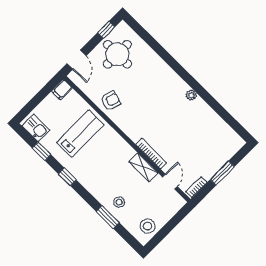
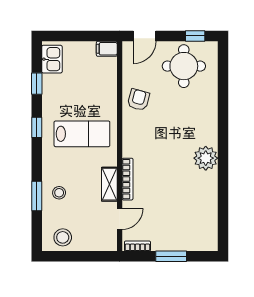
plant: (191, 95) -> (206, 158), width x1.88, depth x1.88
armchair: (111, 101) -> (138, 100), turned -90
lab bench: (80, 134) -> (82, 134), moved

